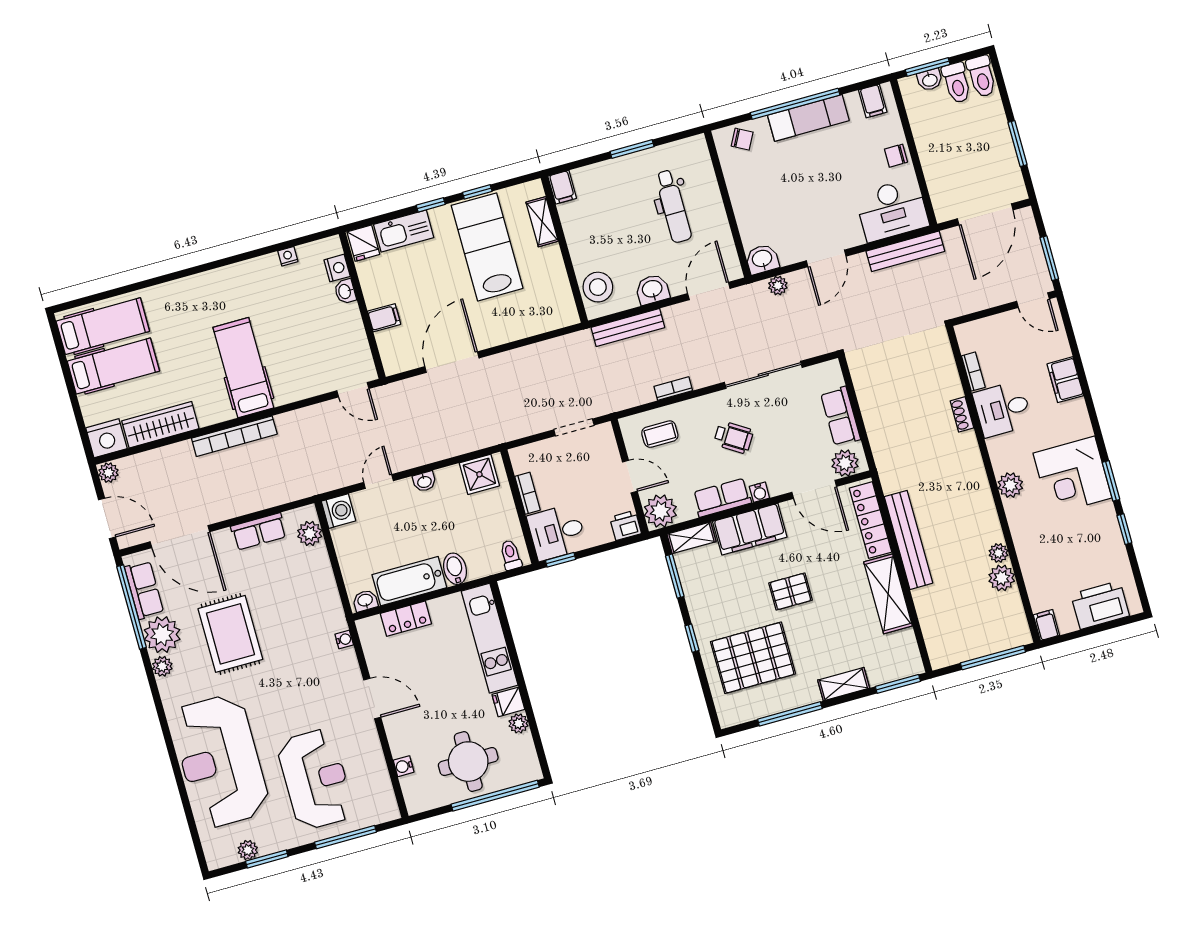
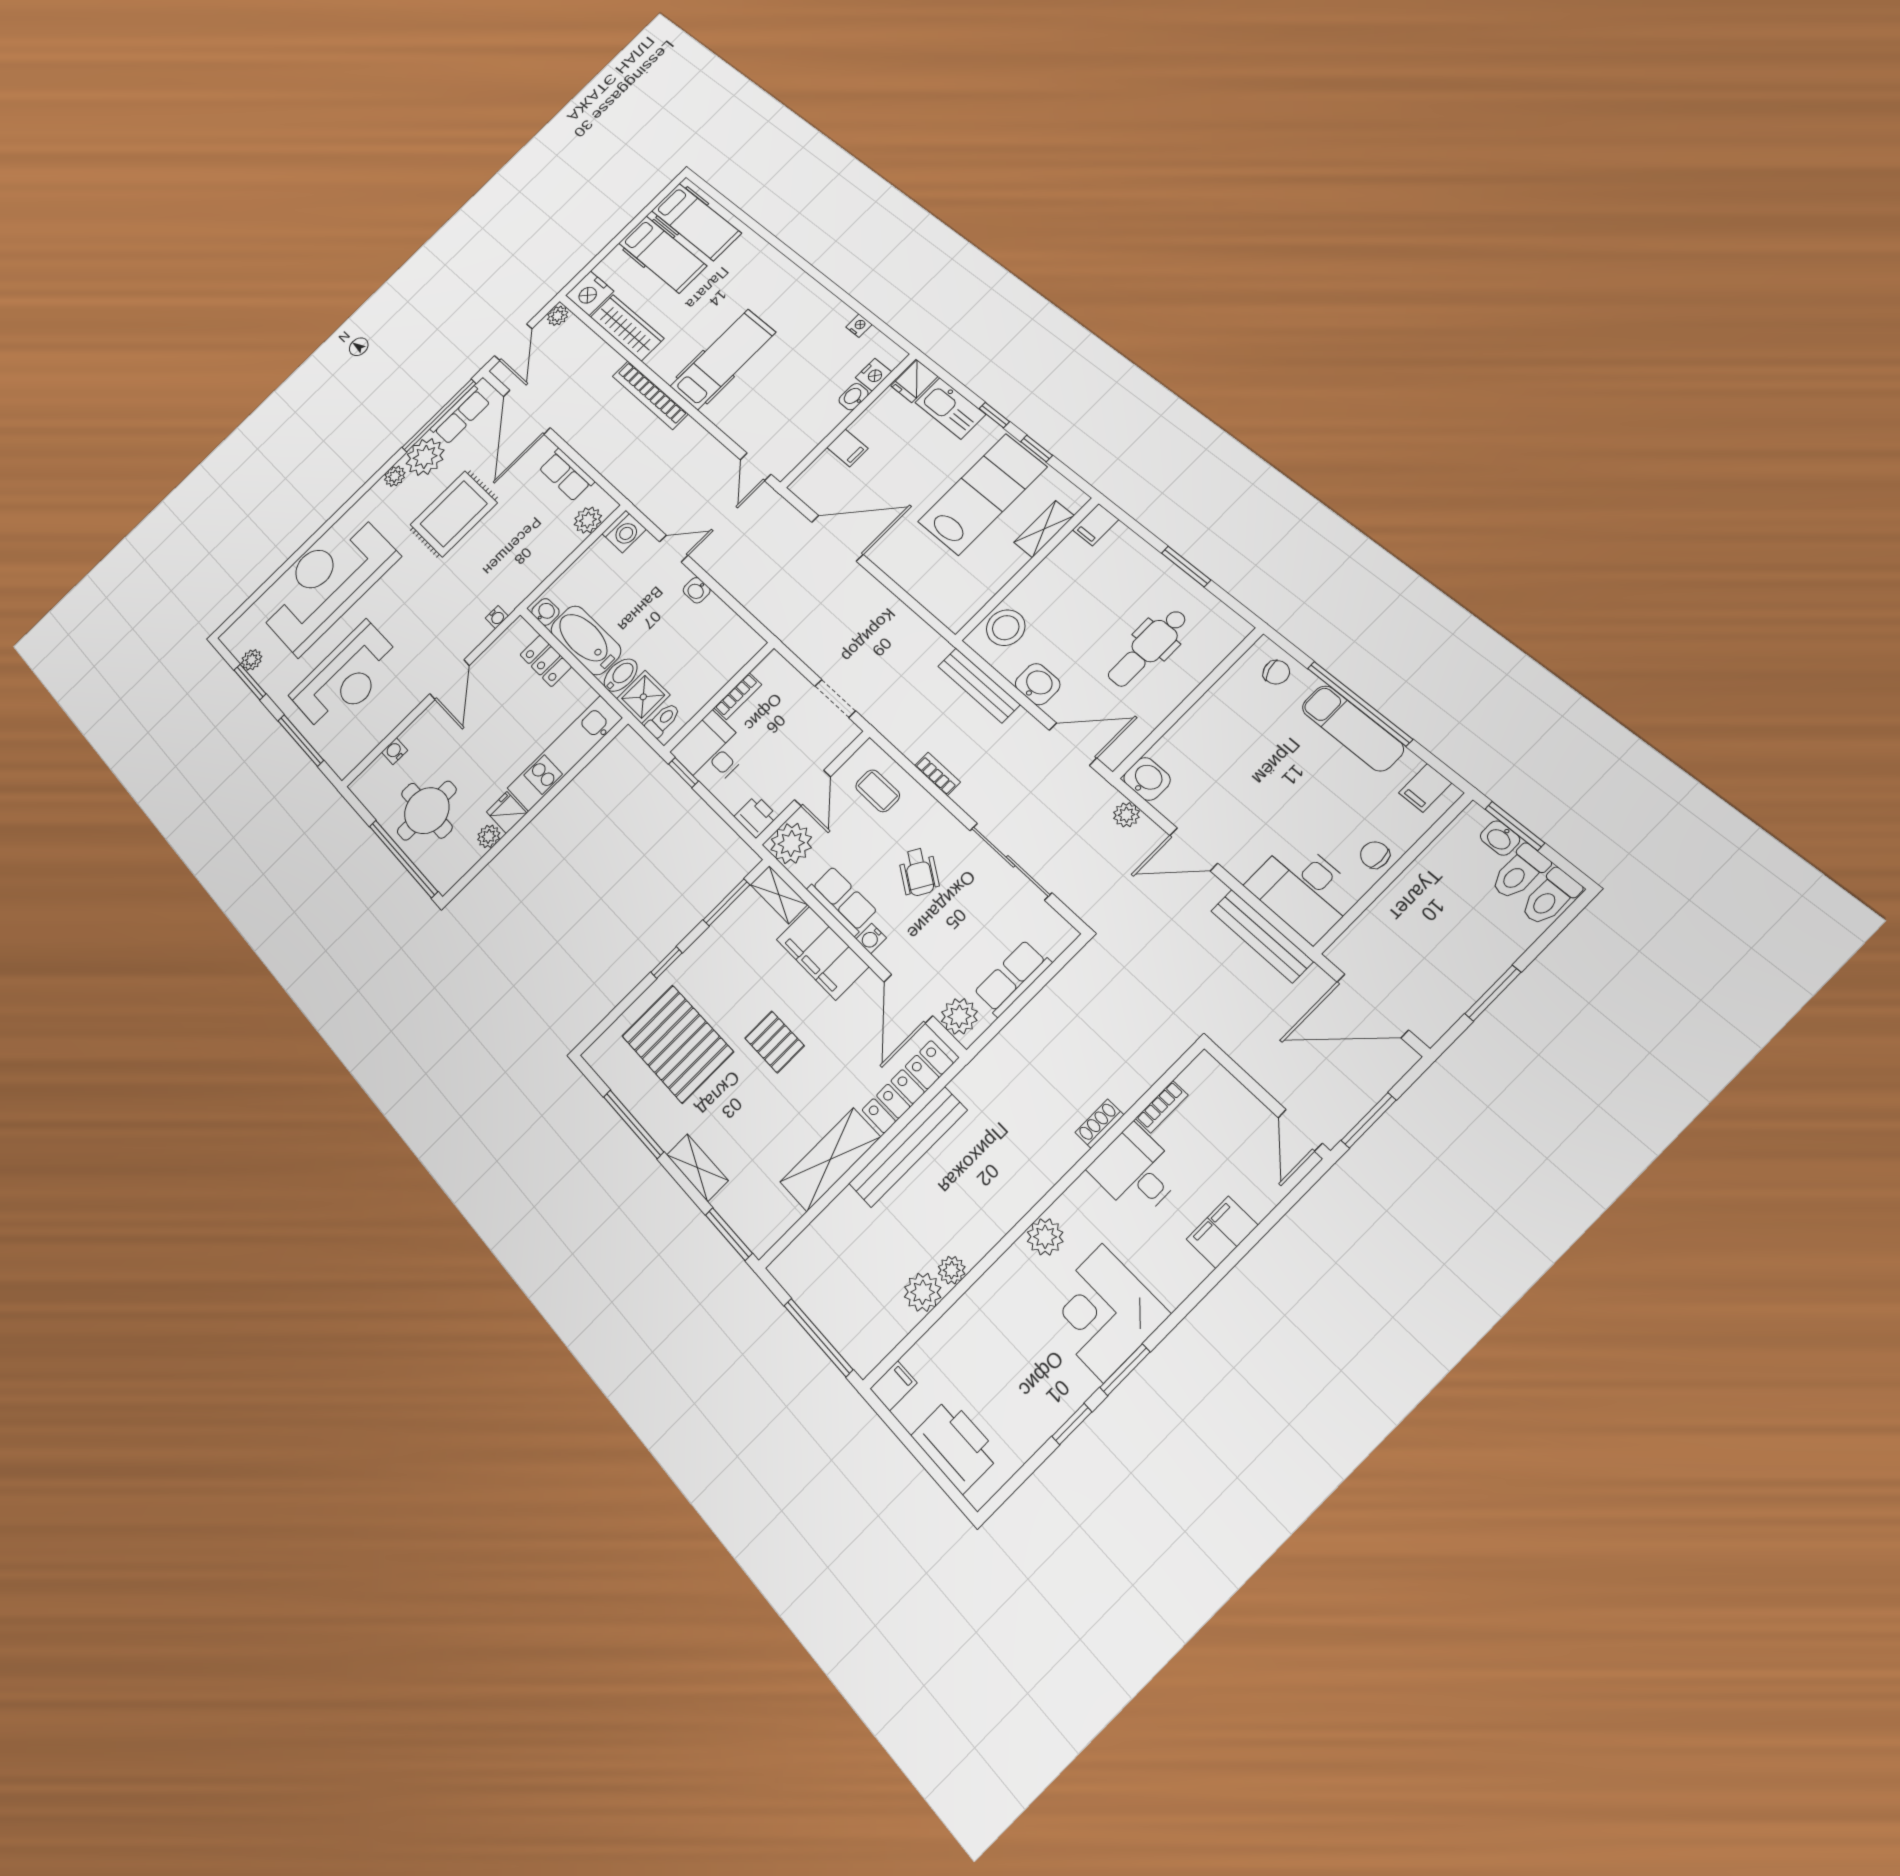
chair: (742, 139) -> (1276, 672), turned -45
shower: (479, 474) -> (643, 697), moved

